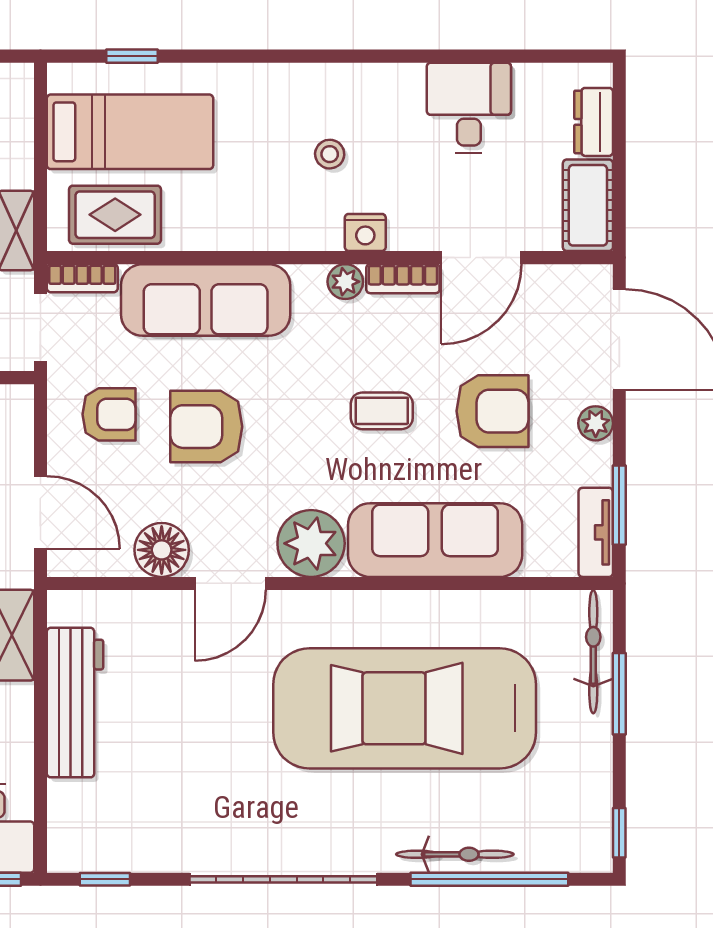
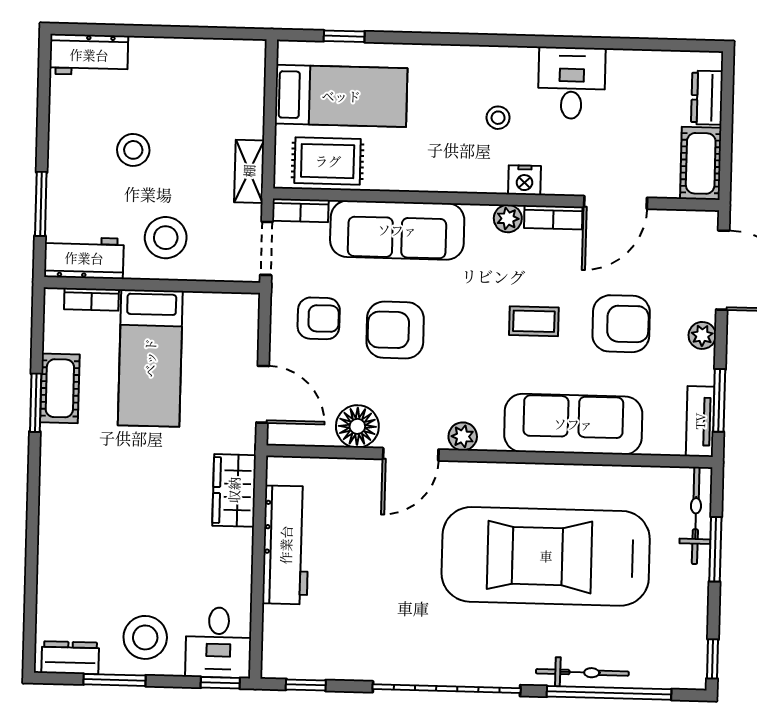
desk: (469, 108) -> (572, 83), moved
plant: (311, 543) -> (463, 436), width x0.53, depth x0.53

